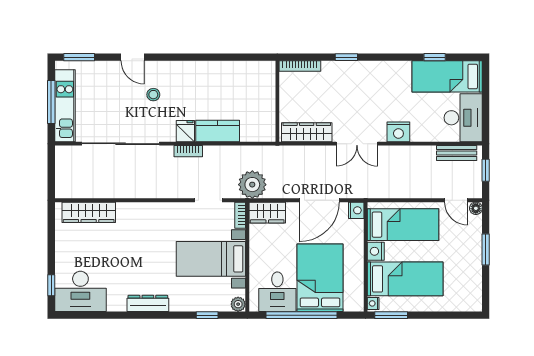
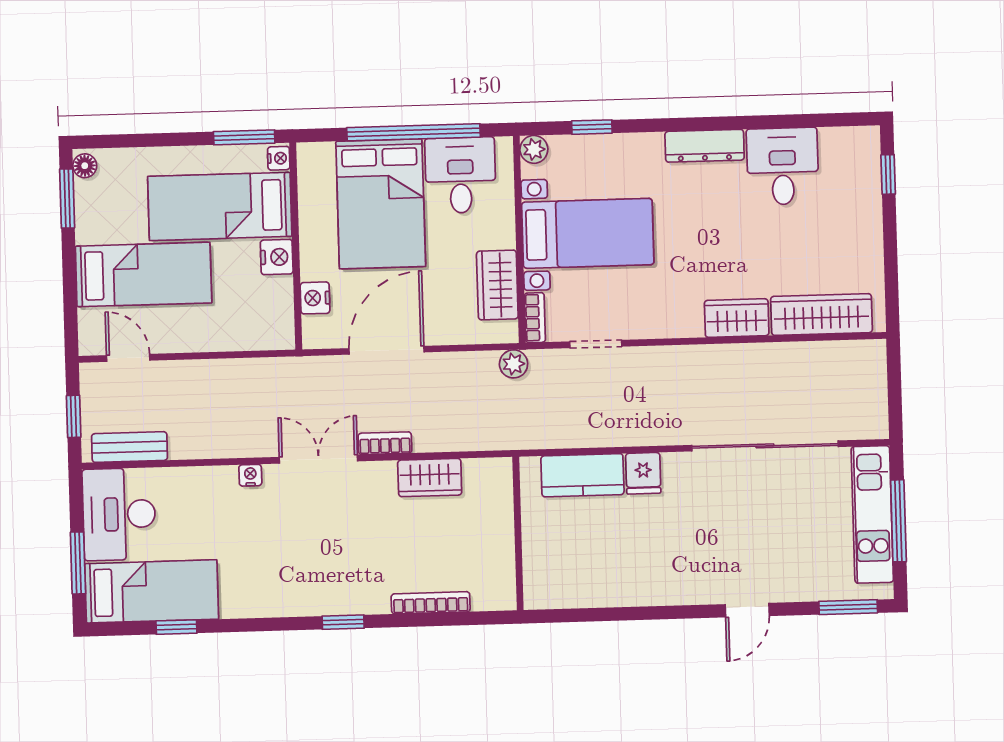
door: (133, 57) -> (747, 610), swing flipped
window: (486, 93) -> (78, 563), added
stool: (153, 95) -> (706, 541), removed
wall: (277, 101) -> (518, 533), moved
wardrobe: (307, 132) -> (430, 478), width x0.67
nightstand: (398, 132) -> (250, 475), width x0.53, depth x0.56
bookcase: (188, 151) -> (385, 443), moved
plant: (252, 185) -> (514, 364), width x0.53, depth x0.53
floor lamp: (476, 208) -> (85, 166), moved
nightstand: (356, 210) -> (315, 298), moved
wardrobe: (134, 212) -> (737, 318), added
wardrobe: (267, 213) -> (497, 285), moved, turned -90
bed: (403, 225) -> (143, 274), moved, turned 180
window: (486, 250) -> (67, 198), moved
desk: (80, 291) -> (783, 166), moved, width x0.73

